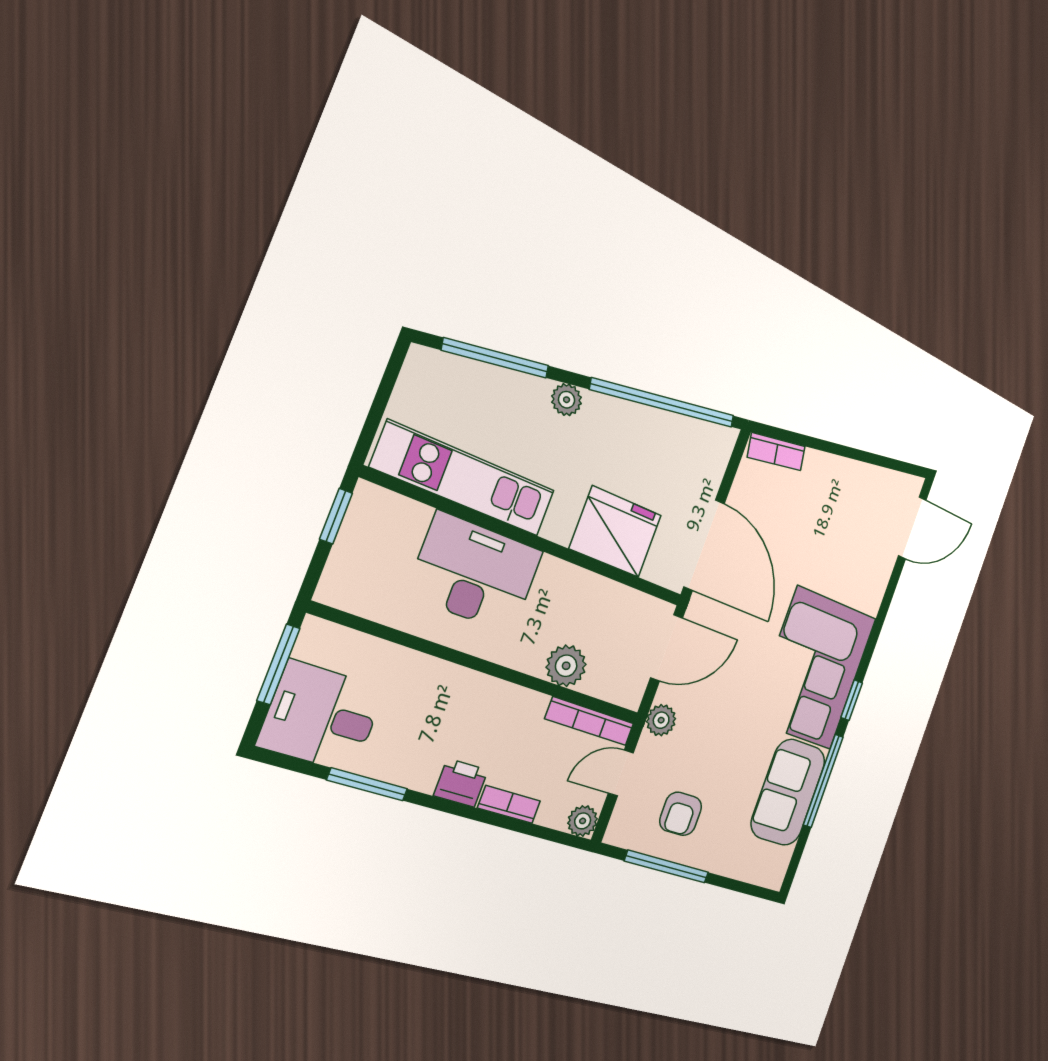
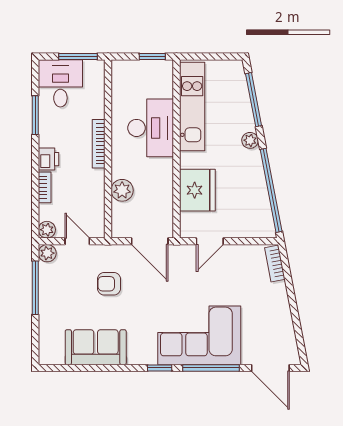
door: (704, 545) -> (210, 241), width x0.53
corner sofa: (814, 668) -> (199, 335), moved
plant: (661, 720) -> (47, 253), moved
bookcase: (590, 721) -> (99, 144), moved
window: (823, 781) -> (211, 368), moved
armchair: (681, 814) -> (109, 284), moved

